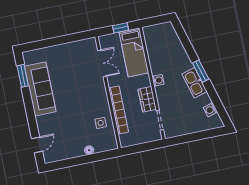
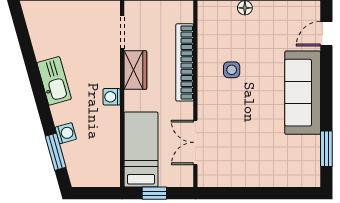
window: (201, 71) -> (56, 152), moved
sofa: (40, 89) -> (303, 93), moved
washing machine: (210, 110) -> (66, 133), moved
side table: (101, 123) -> (232, 70), moved

